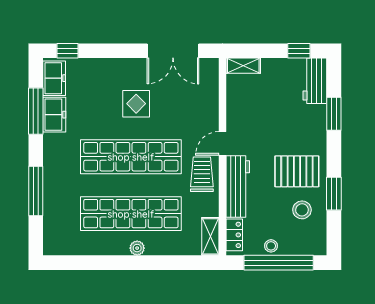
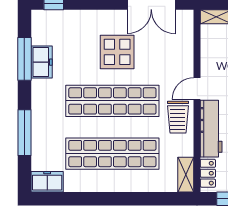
freezer: (54, 78) -> (47, 182), moved, turned -90
display table: (136, 104) -> (117, 52), width x1.36, depth x1.36
trolley: (202, 174) -> (178, 117), turned 180
plant: (137, 248) -> (118, 185), removed

